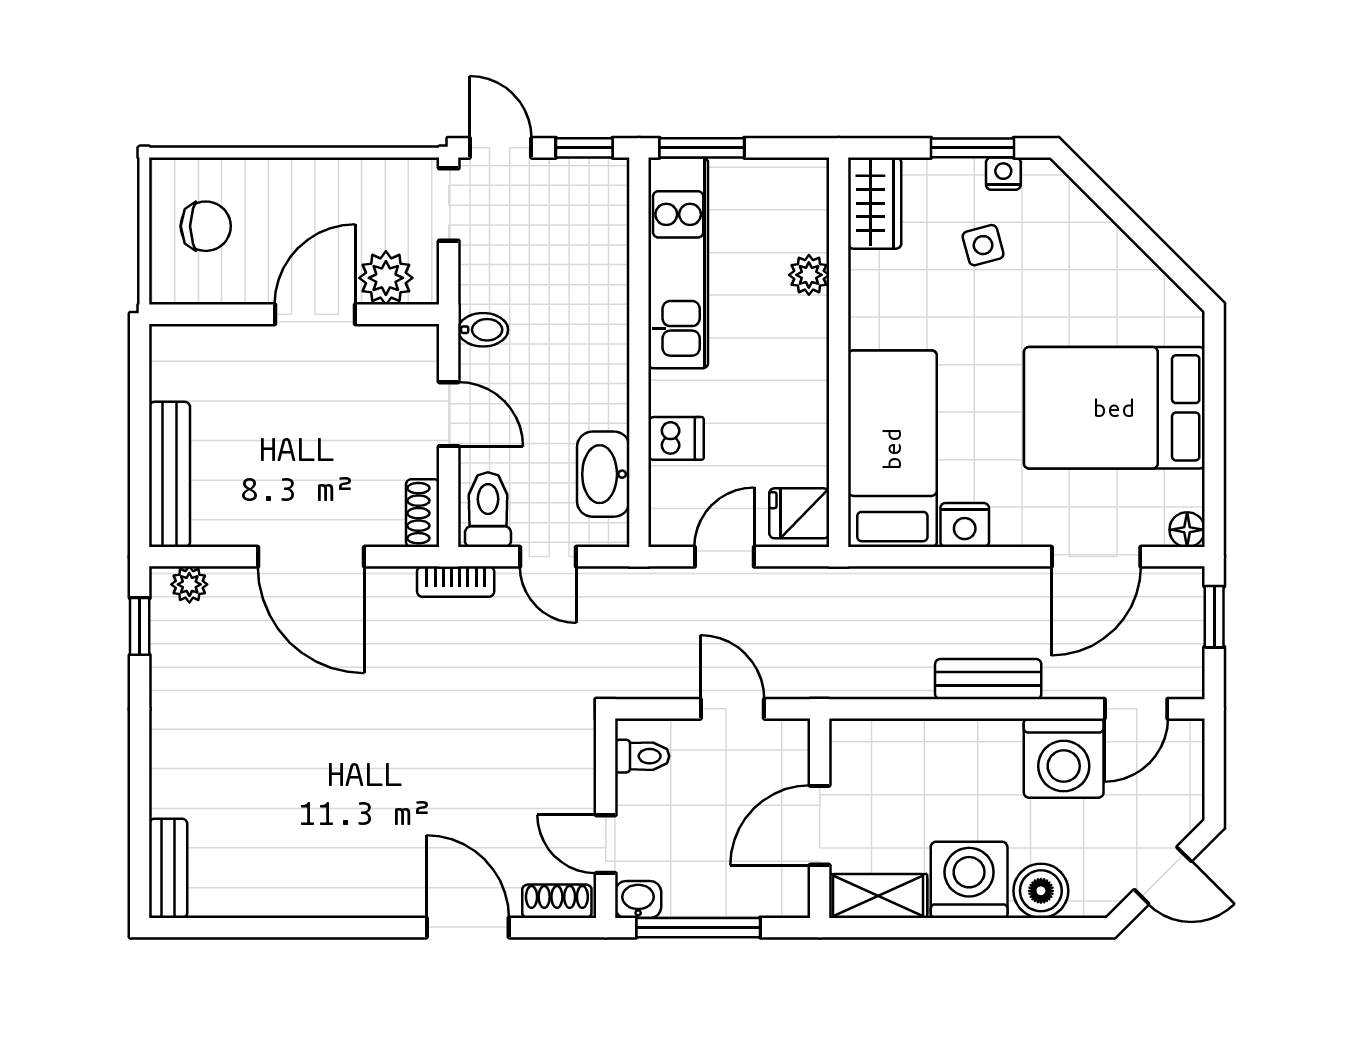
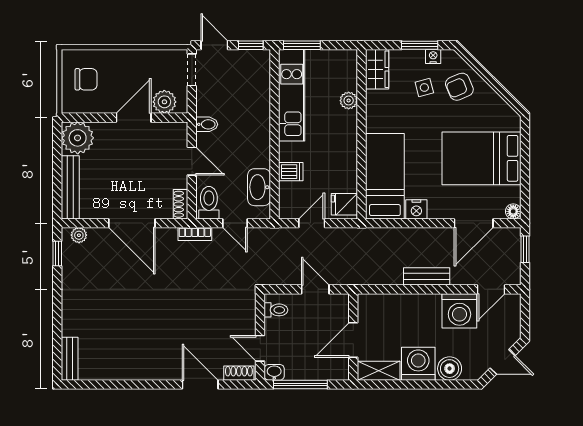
armchair: (1064, 243) -> (459, 87), added
plant: (186, 361) -> (78, 138), added

